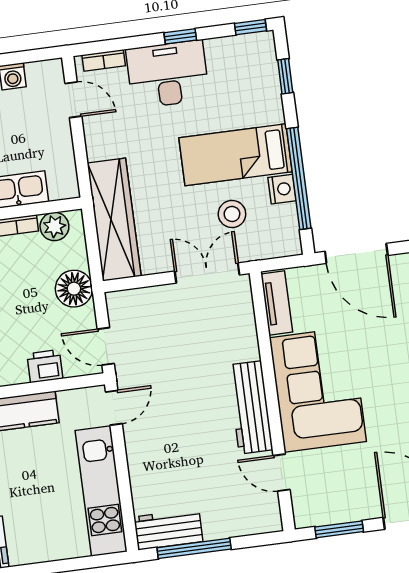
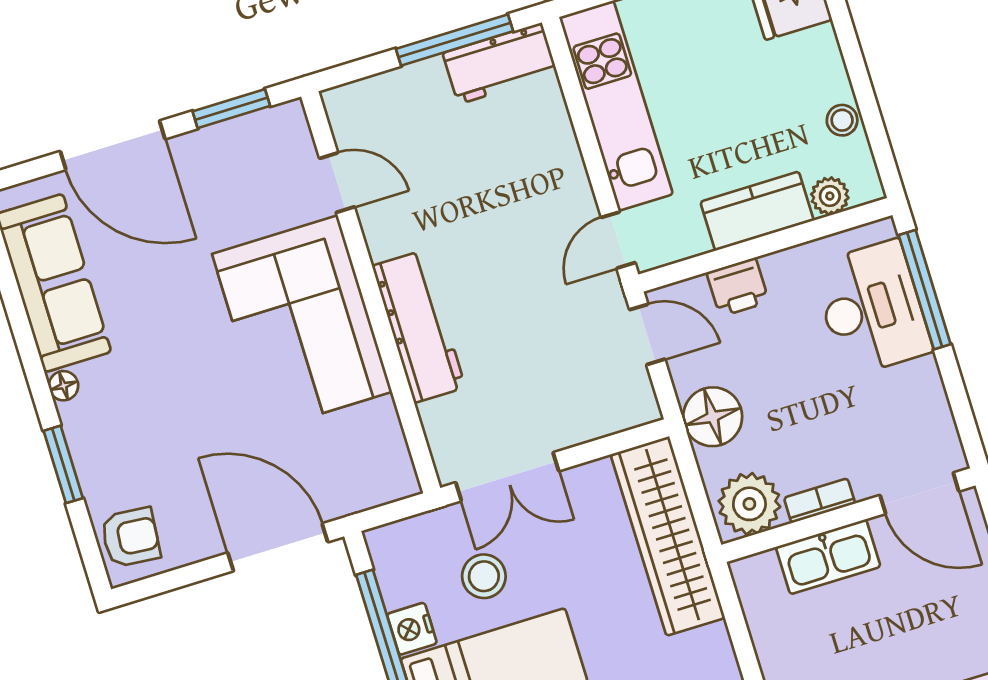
plant: (54, 226) -> (749, 504), width x1.36, depth x1.36
tv unit: (277, 303) -> (390, 448), removed
workbench: (250, 407) -> (419, 327), moved

